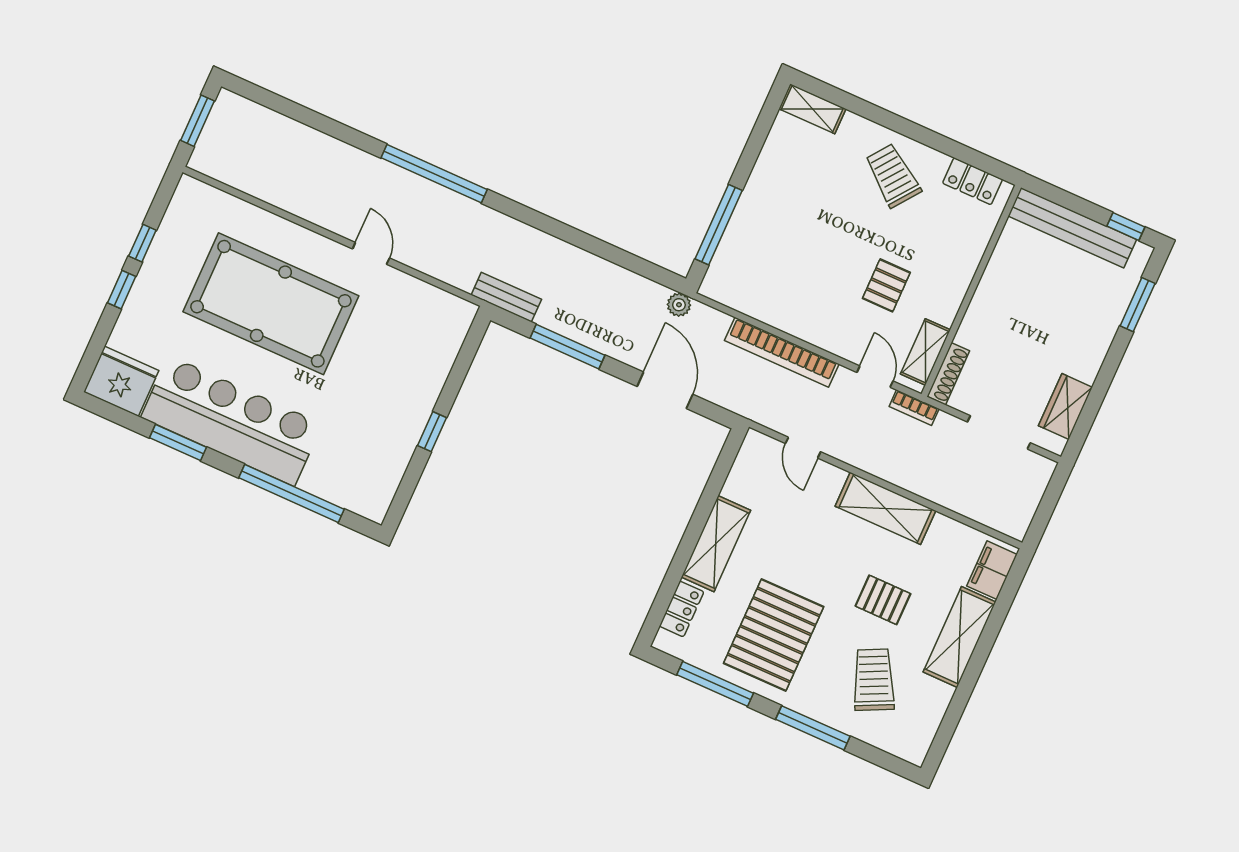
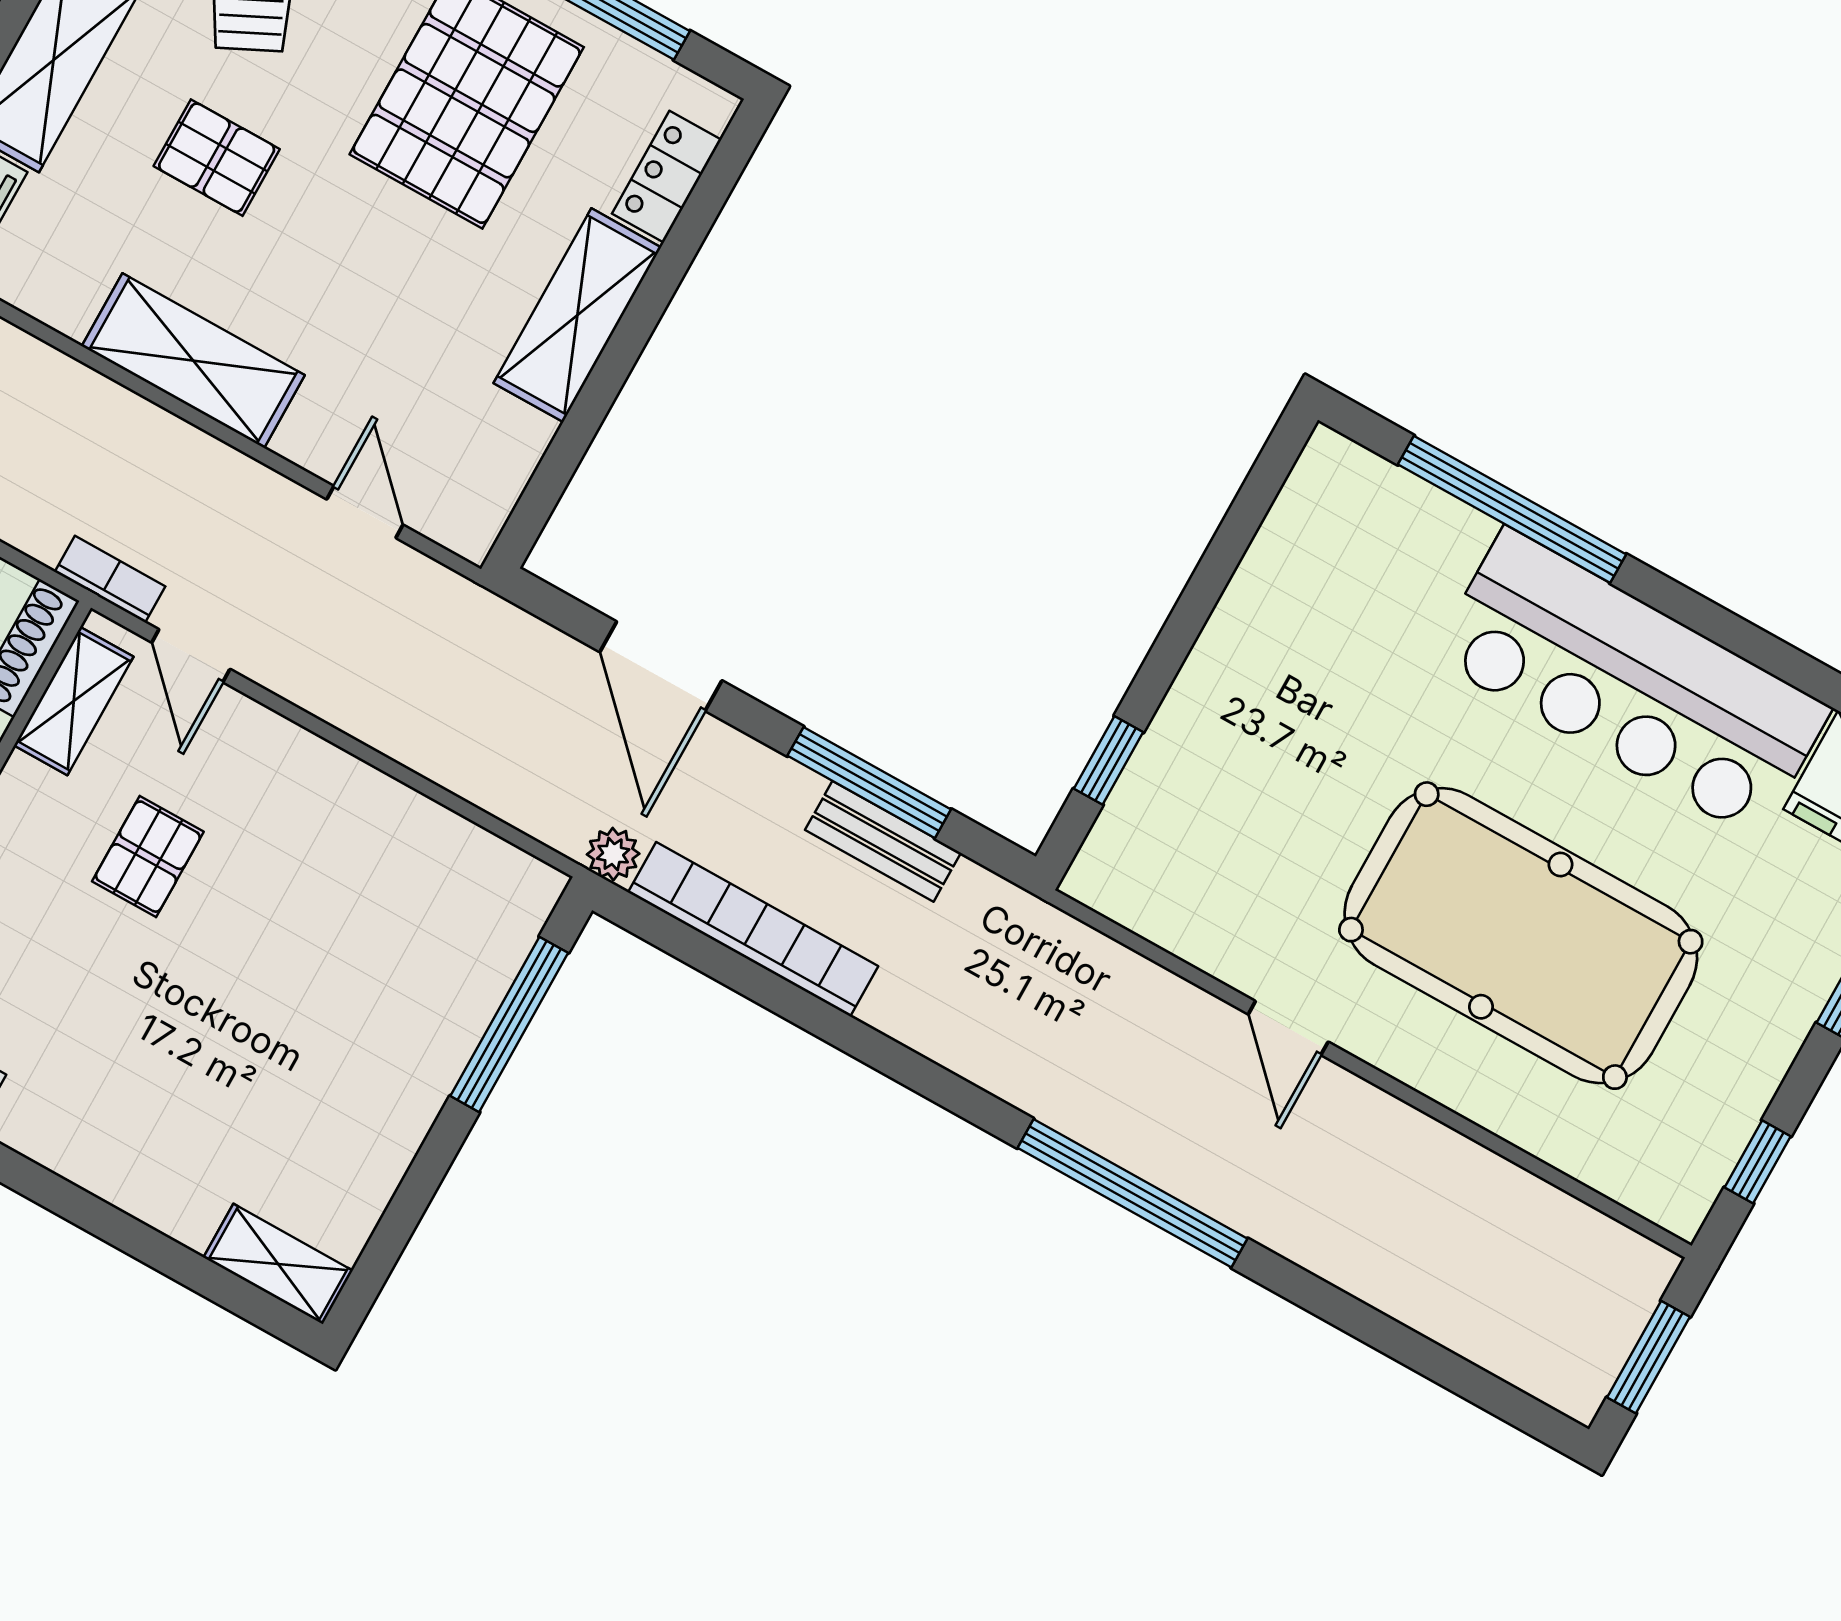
trolley: (893, 176) -> (112, 1100), removed
window: (142, 243) -> (1758, 1162), moved
bench: (506, 297) -> (883, 841), moved
bookcase: (782, 352) -> (753, 929), moved
window: (432, 432) -> (1109, 760), moved
window: (178, 443) -> (1755, 645), removed

